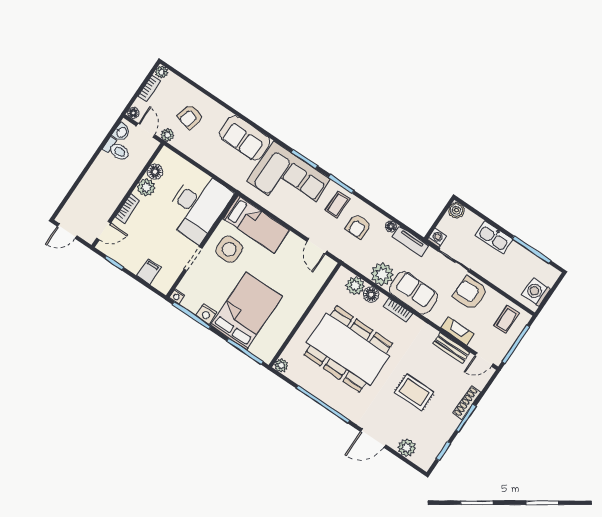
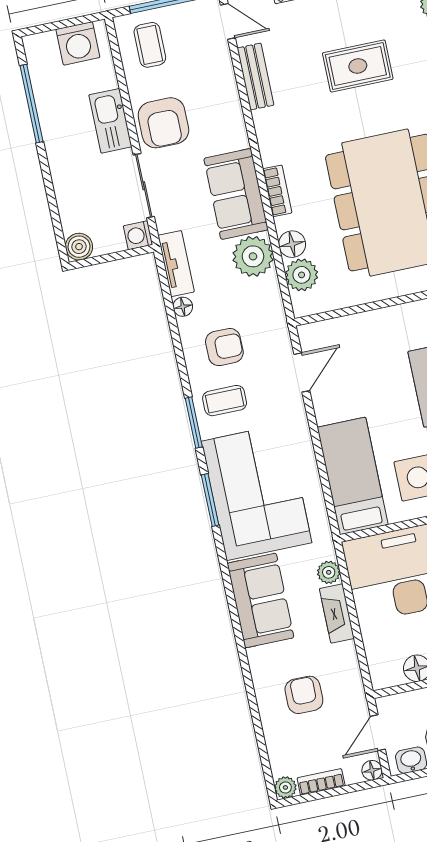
armchair: (190, 117) -> (304, 695), turned -106
plant: (167, 135) -> (329, 572), moved
kitchen sink: (494, 237) -> (110, 121), moved, turned 180
coffee table: (506, 319) -> (150, 45), turned 90
fireplace: (457, 331) -> (337, 613), moved
rug: (414, 392) -> (358, 66), turned 90

